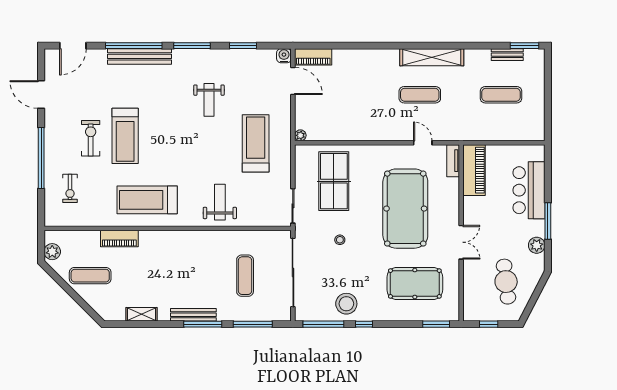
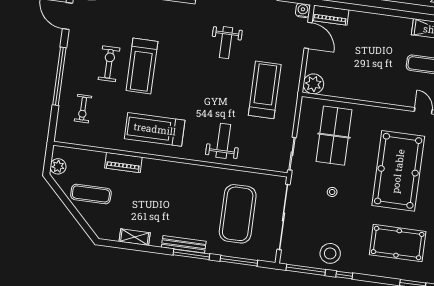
plant: (300, 135) -> (313, 84), width x1.88, depth x1.88
exercise mat: (245, 276) -> (238, 214), width x2.00, depth x1.45

